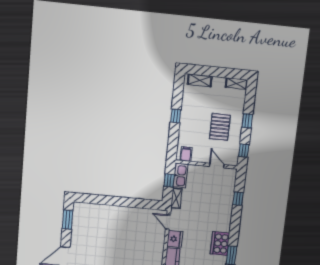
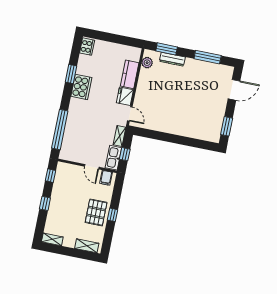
pallet: (220, 127) -> (96, 212), moved
door: (217, 166) -> (92, 167), moved
window: (238, 199) -> (60, 130), width x3.17

